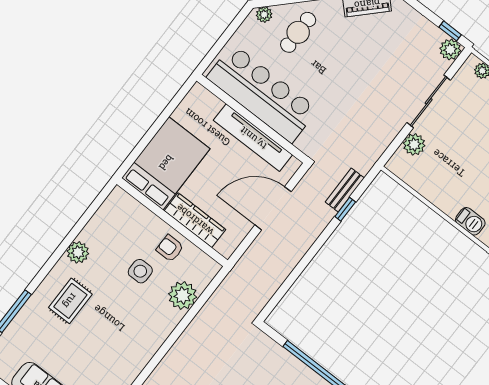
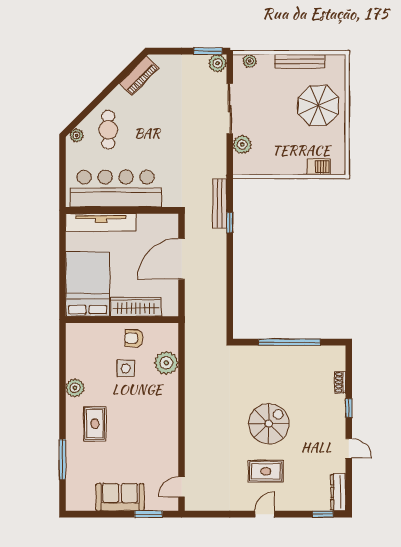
window: (450, 31) -> (208, 51), width x1.50
tv unit: (253, 138) -> (101, 222), moved
bench: (345, 190) -> (220, 204), width x1.36

